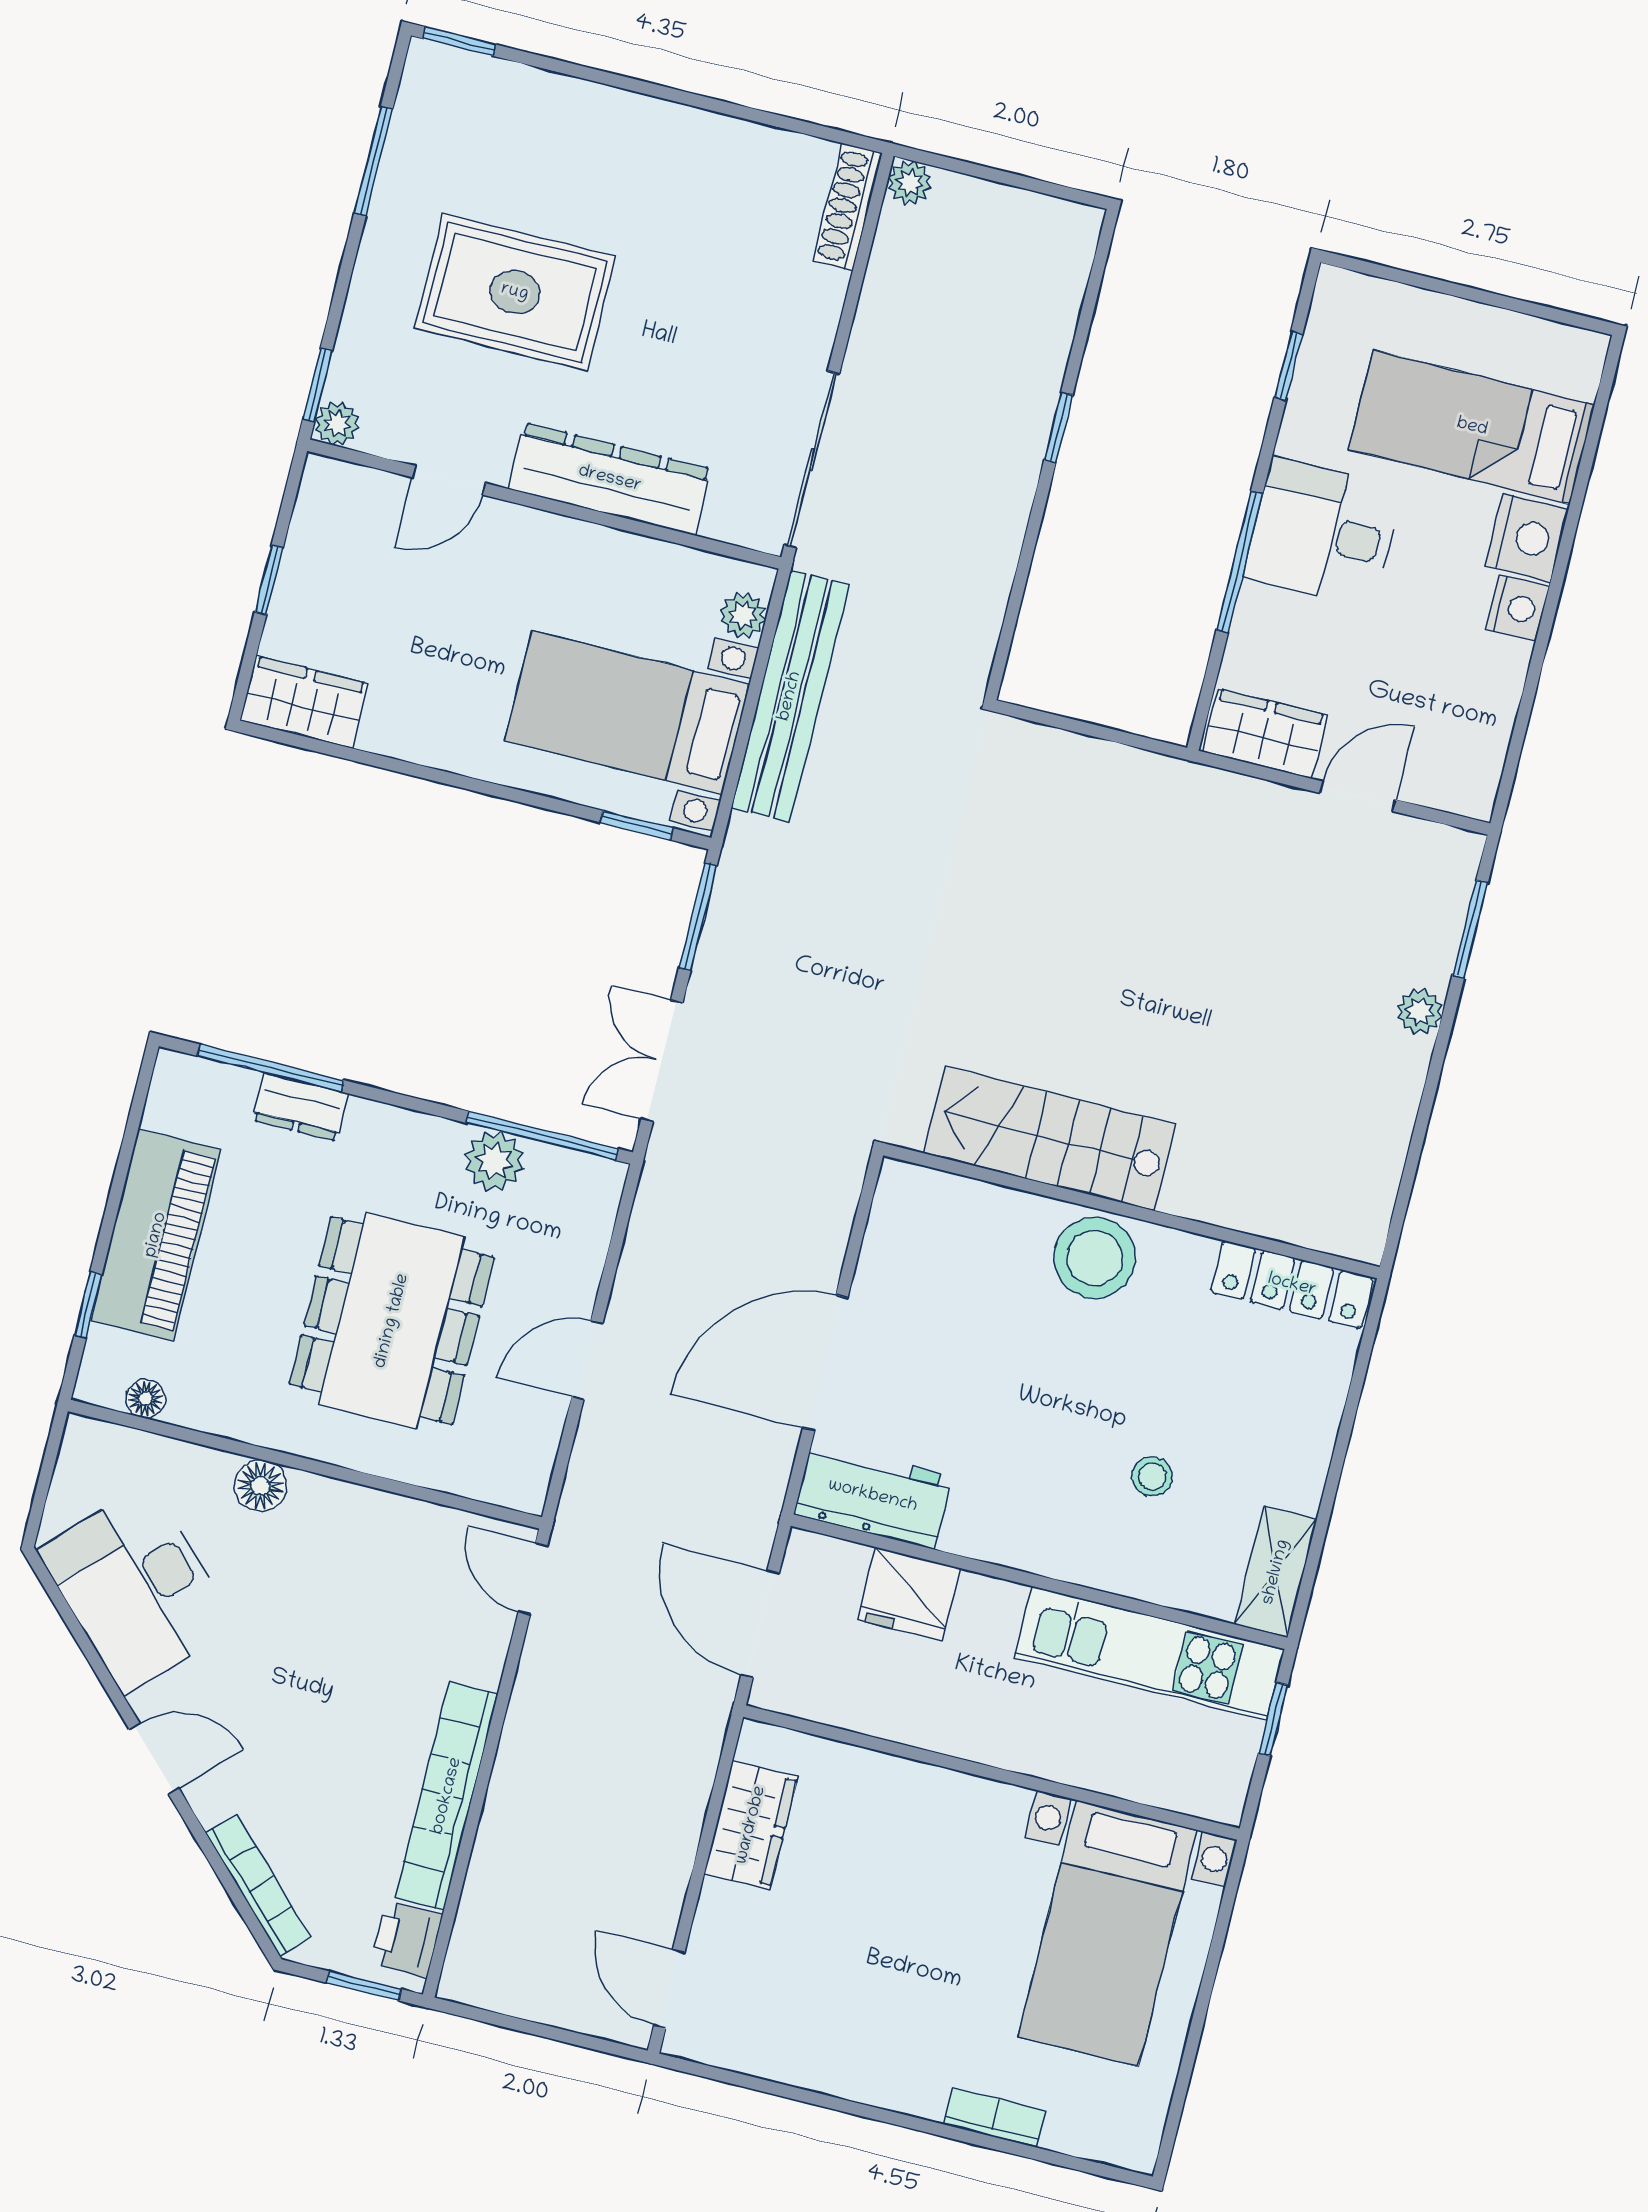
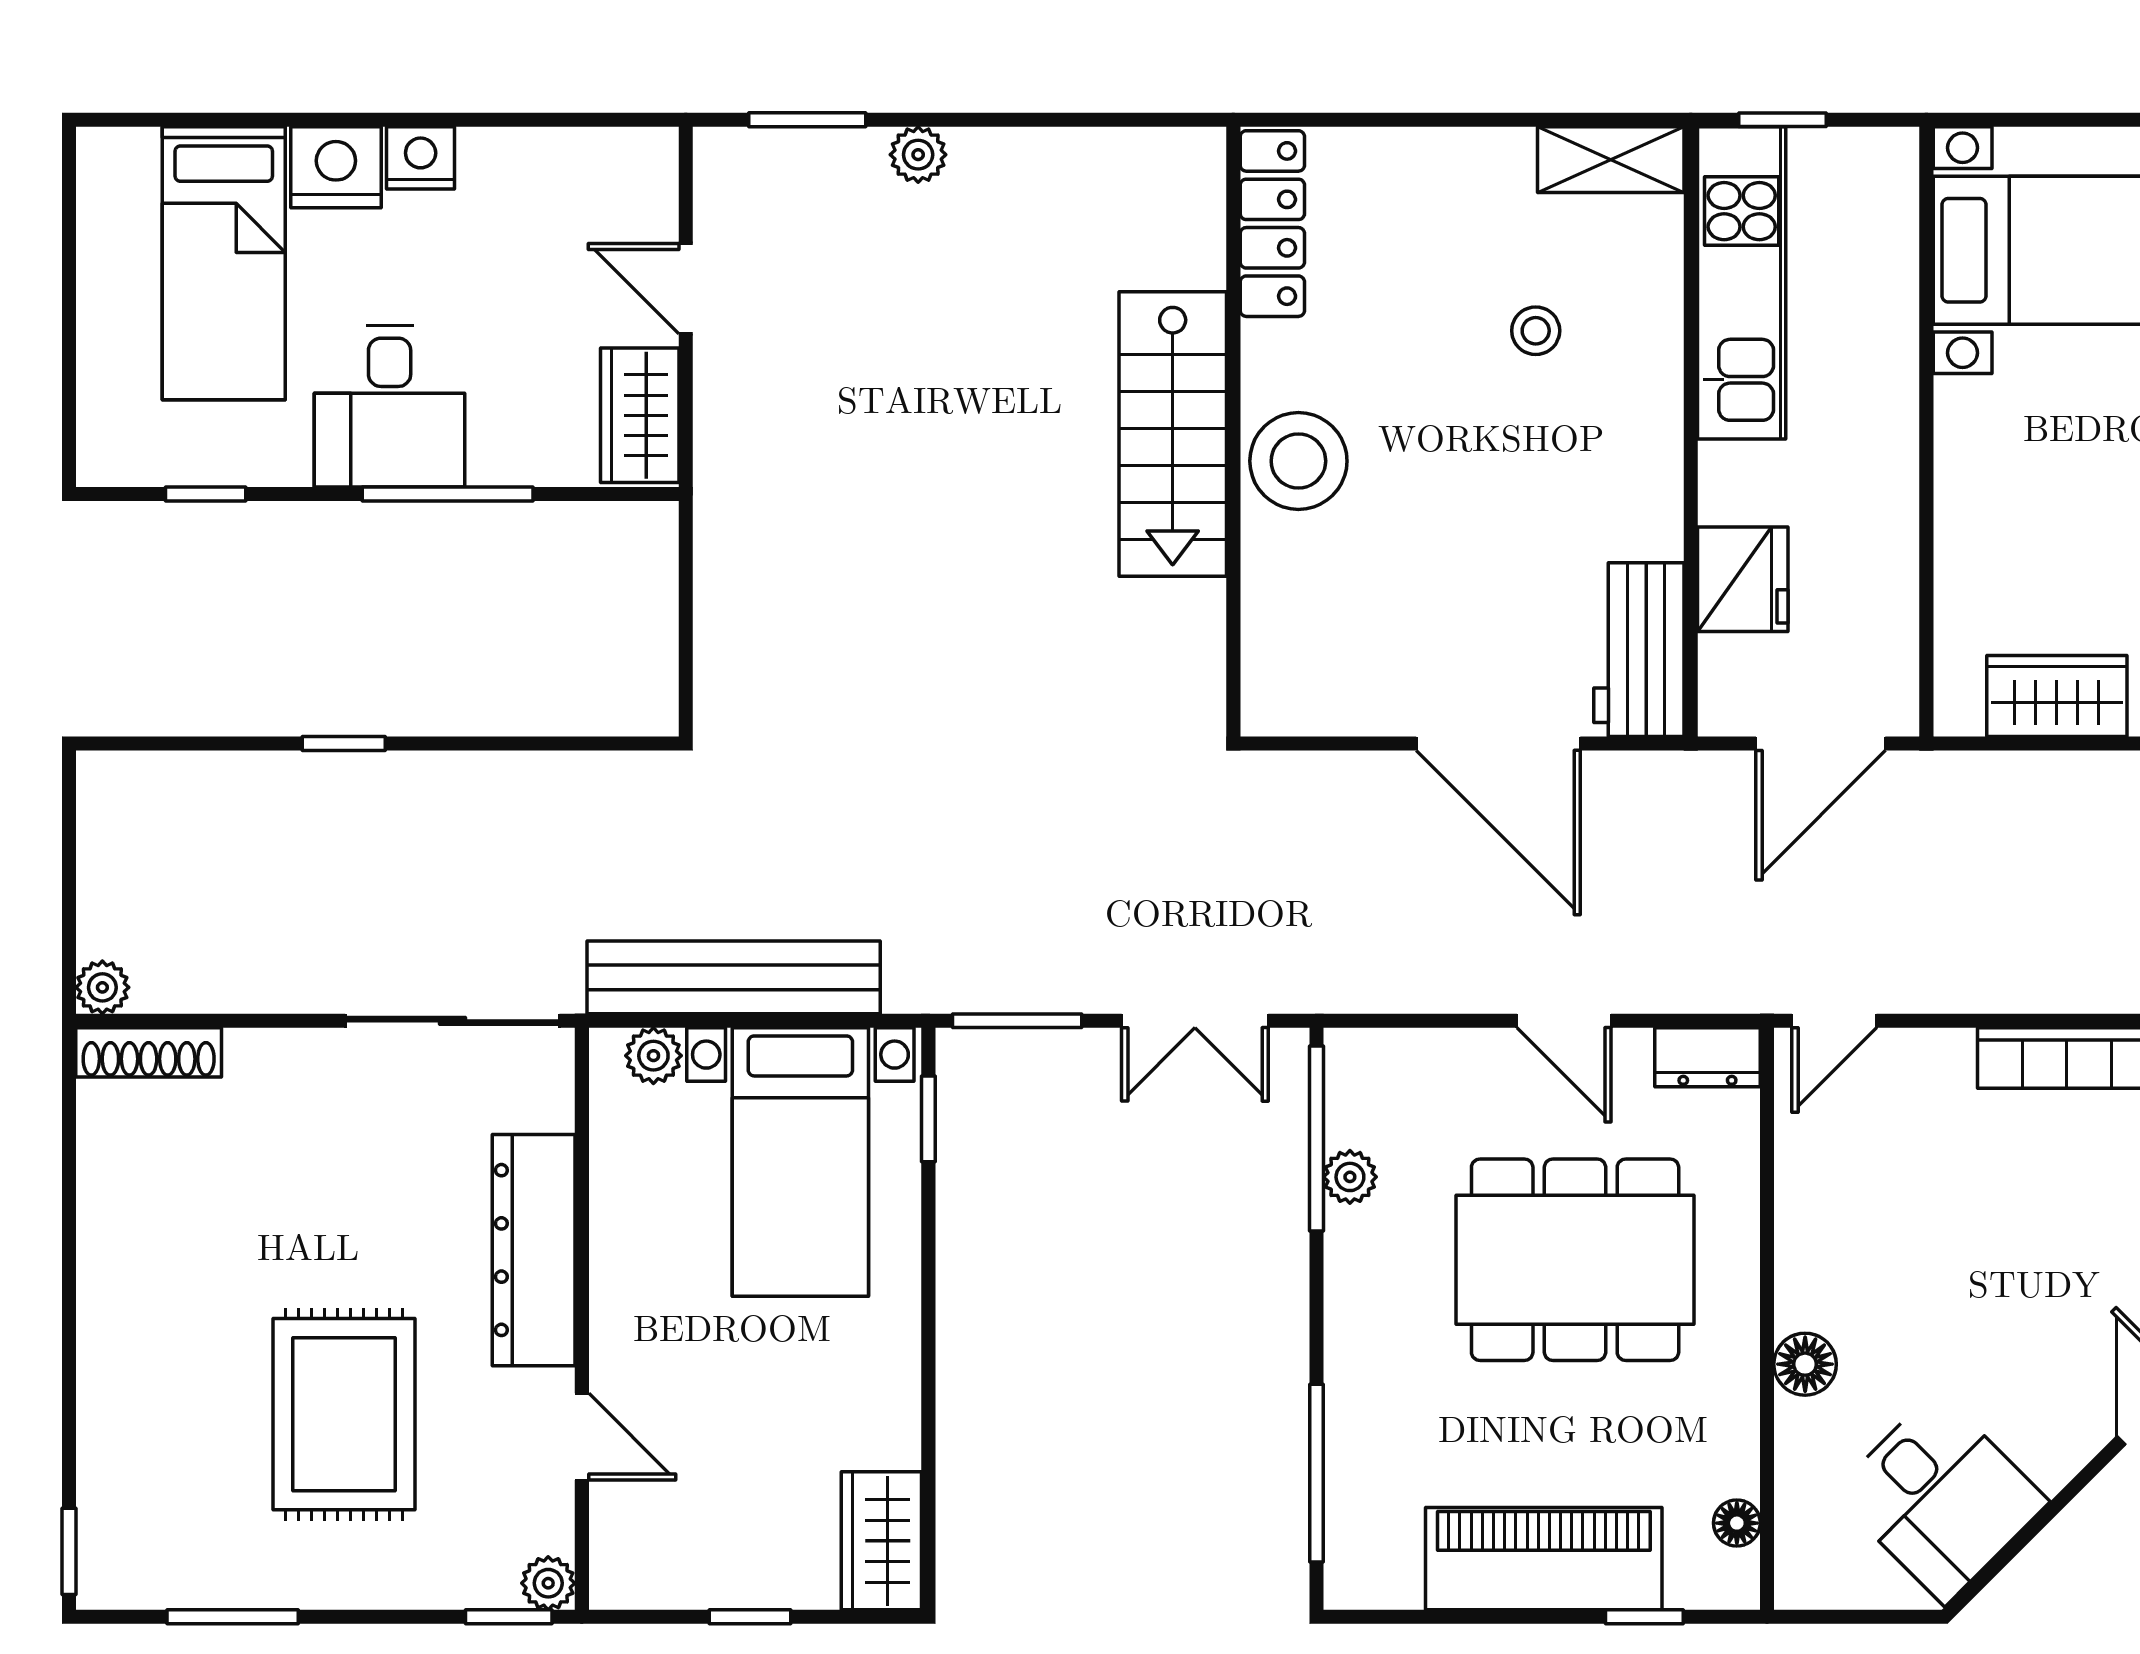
dresser: (301, 1107) -> (1707, 1057), moved, turned 90
stairs: (1050, 1139) -> (1173, 434), moved
plant: (494, 1161) -> (1350, 1177), width x0.73, depth x0.73
desk: (137, 1589) -> (1941, 1497), width x0.73

